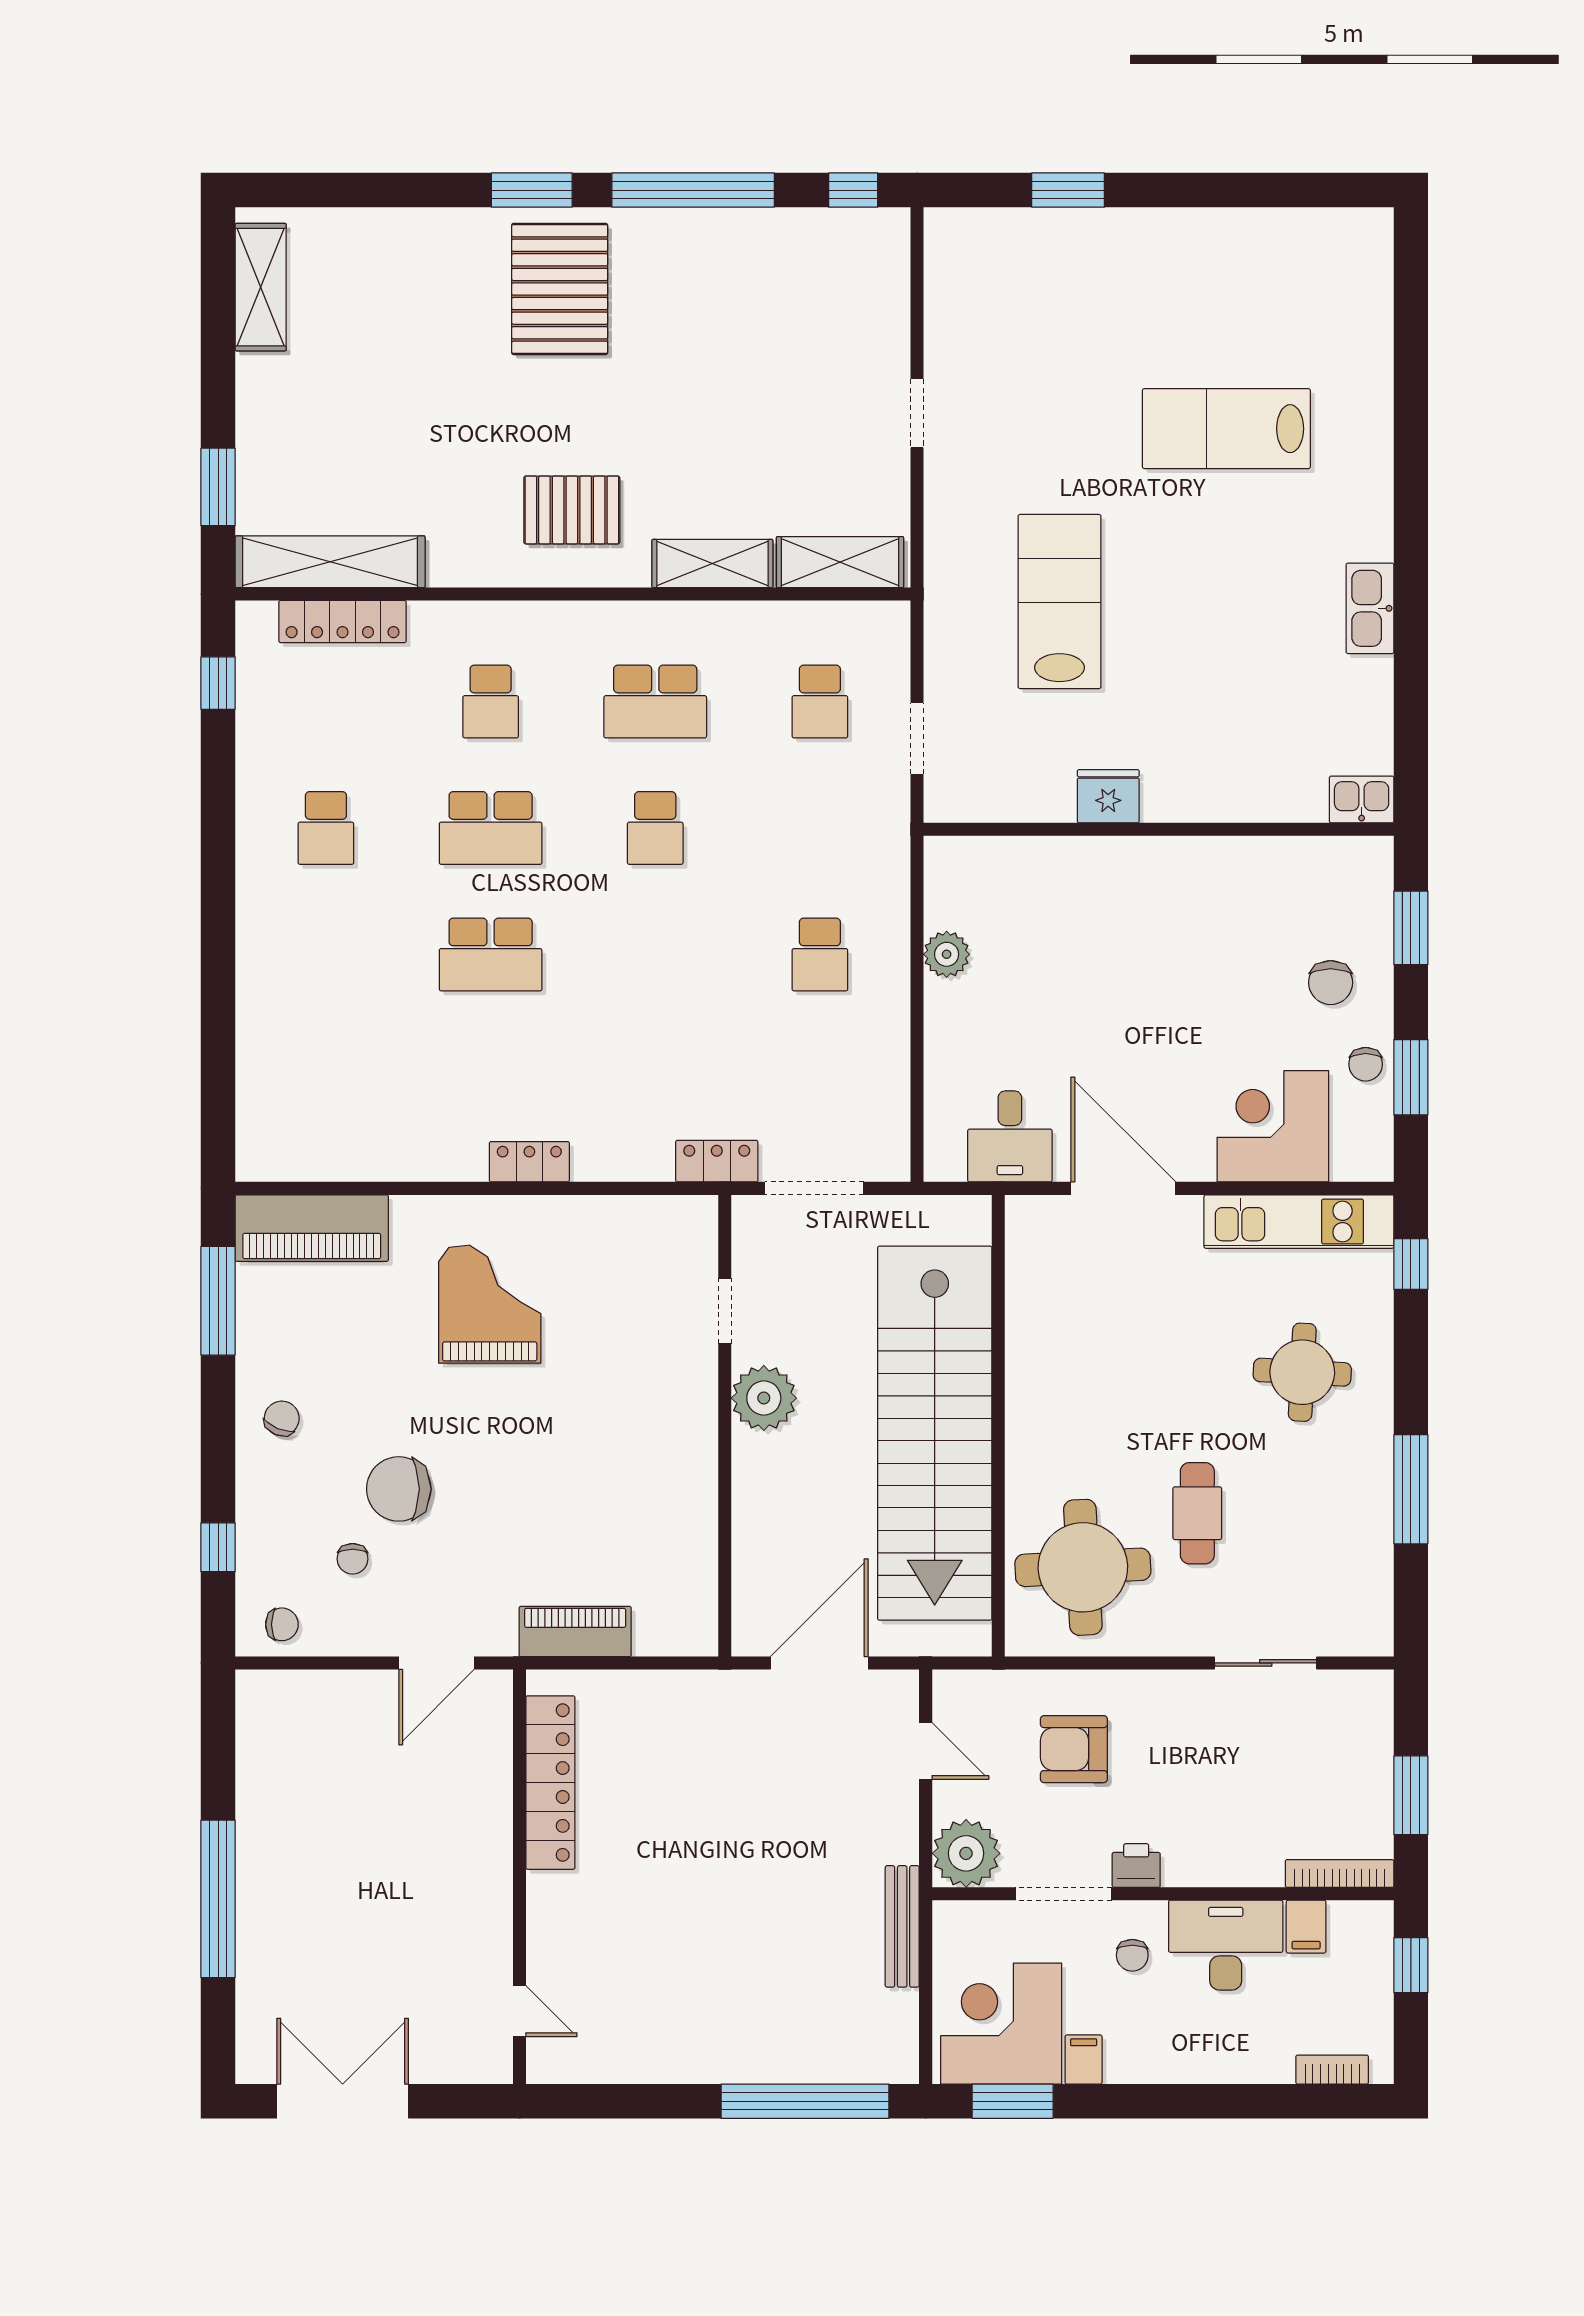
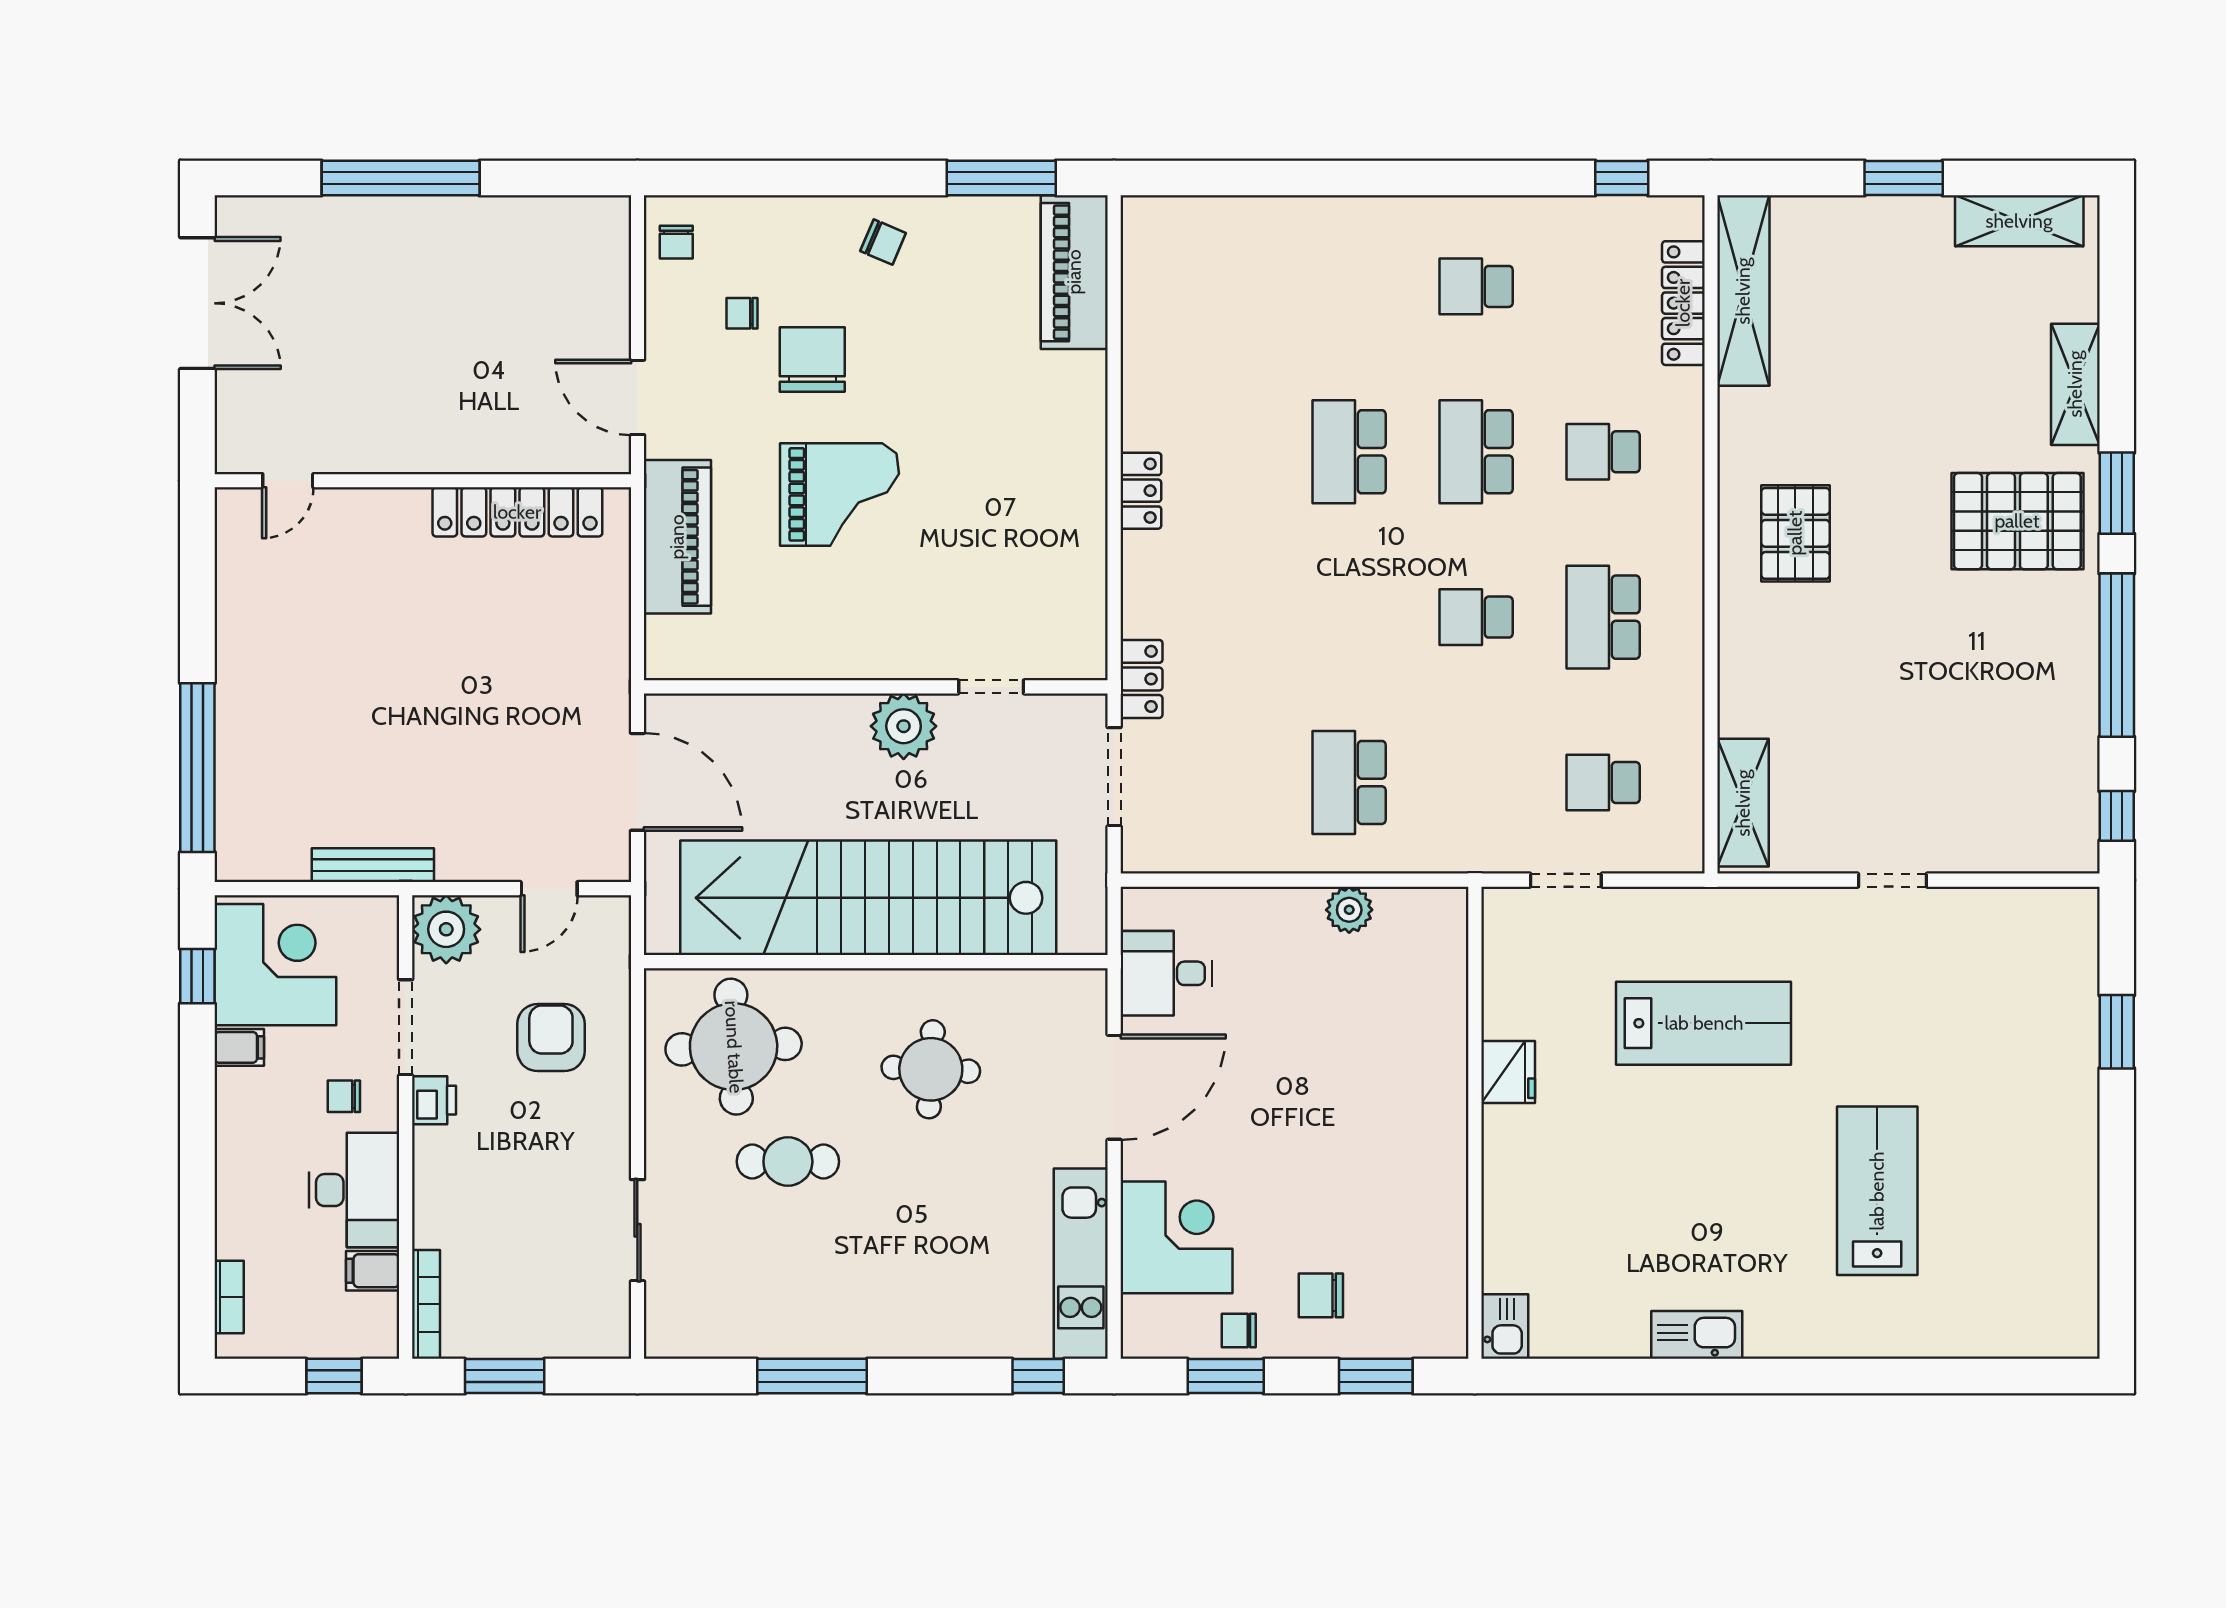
window: (218, 487) -> (1904, 178), moved
shelving: (712, 563) -> (2075, 384), moved
school desk: (820, 954) -> (1349, 782), width x1.85
grand piano: (490, 1304) -> (839, 494), moved
round table: (1302, 1372) -> (931, 1069), moved
window: (218, 1547) -> (754, 178), removed
piano: (575, 1631) -> (677, 537), width x1.37, depth x1.33
window: (1013, 2101) -> (197, 976), width x0.67

